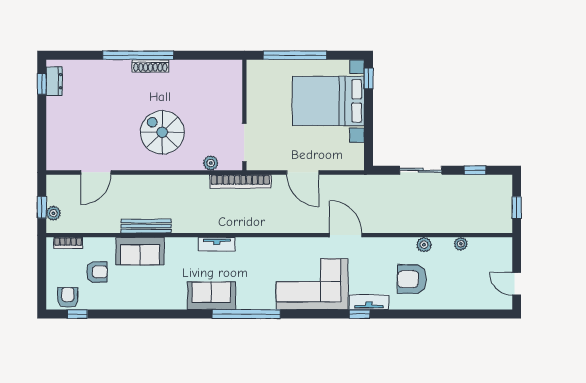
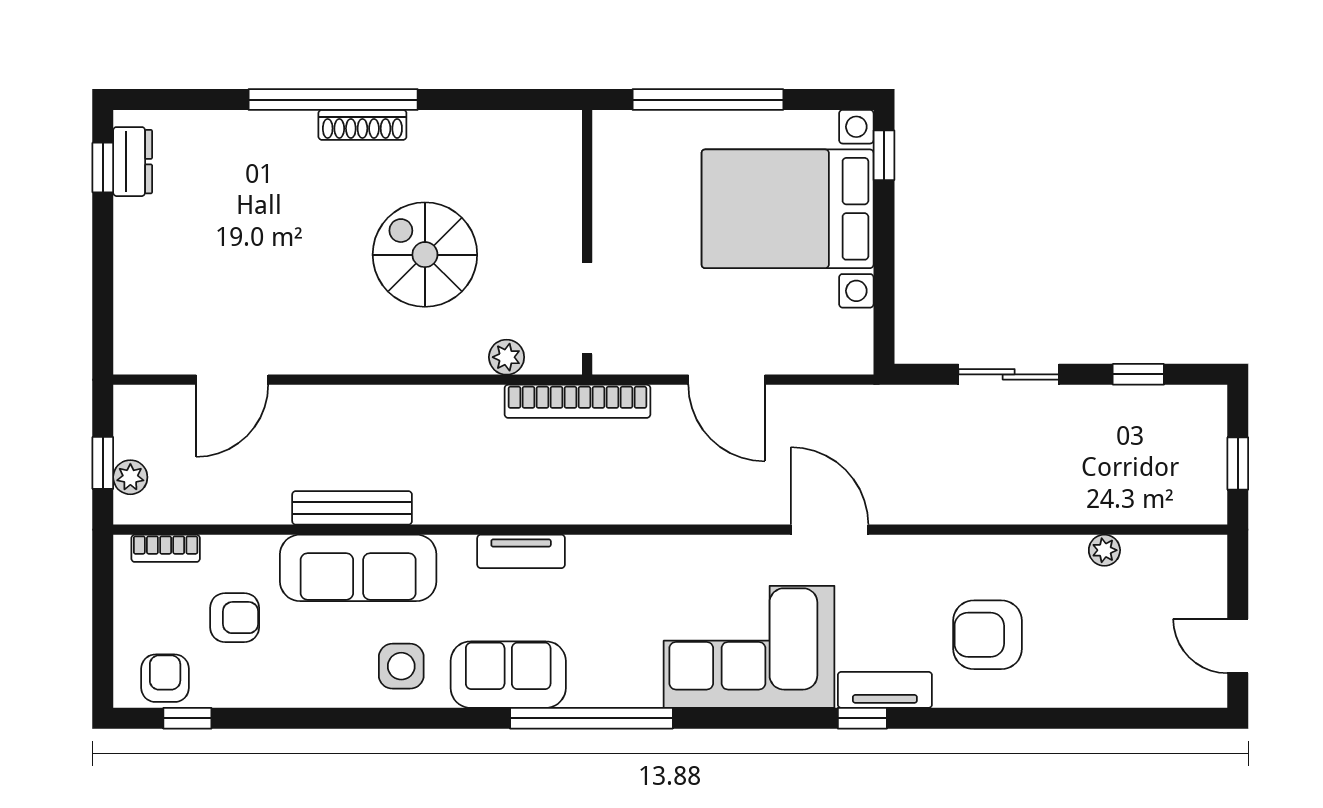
spiral stairs: (162, 132) -> (425, 255), moved
plant: (424, 245) -> (1016, 552), removed
sofa: (140, 251) -> (358, 568), width x1.36
side table: (167, 292) -> (401, 666), added

